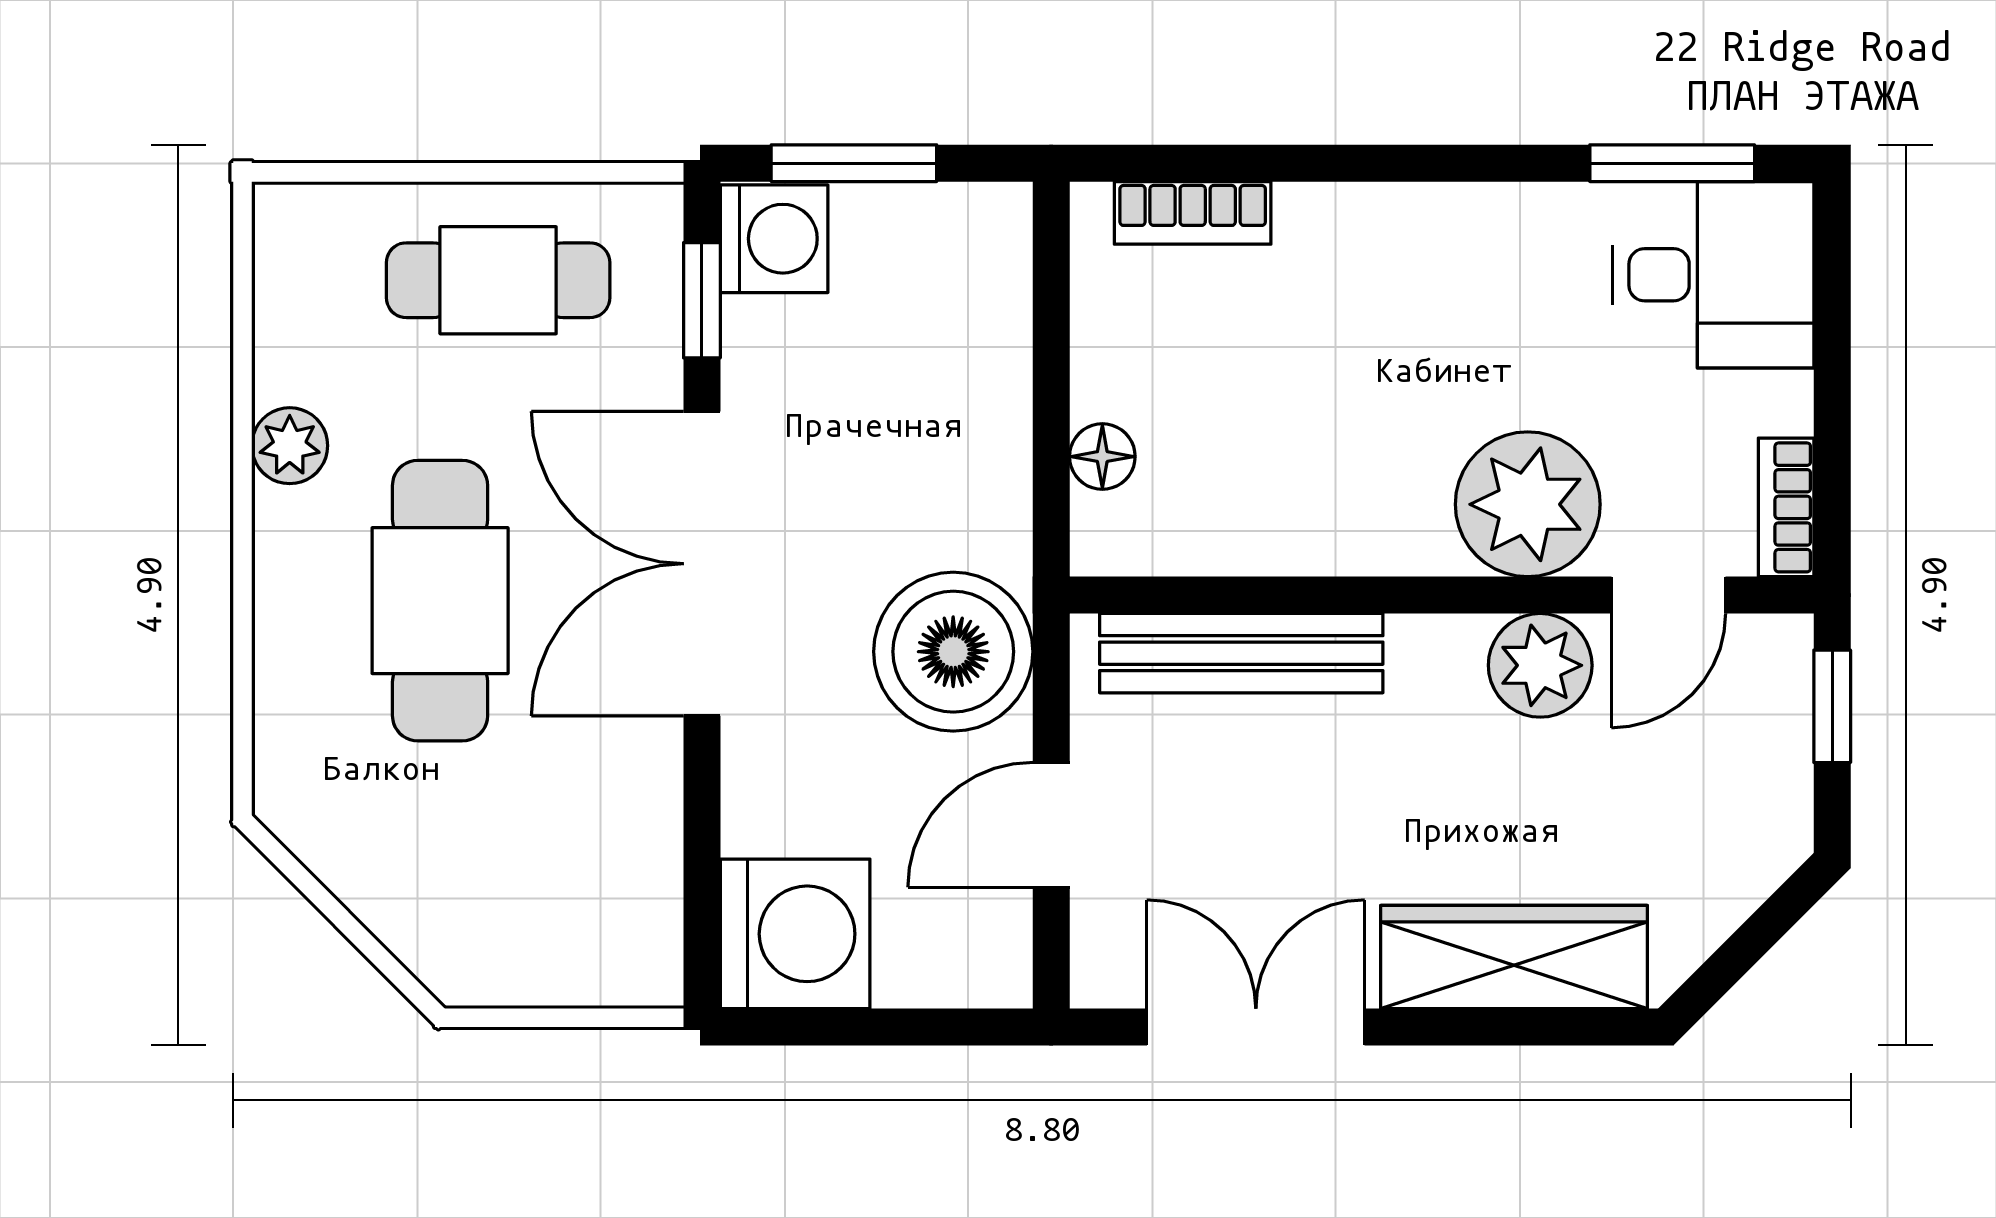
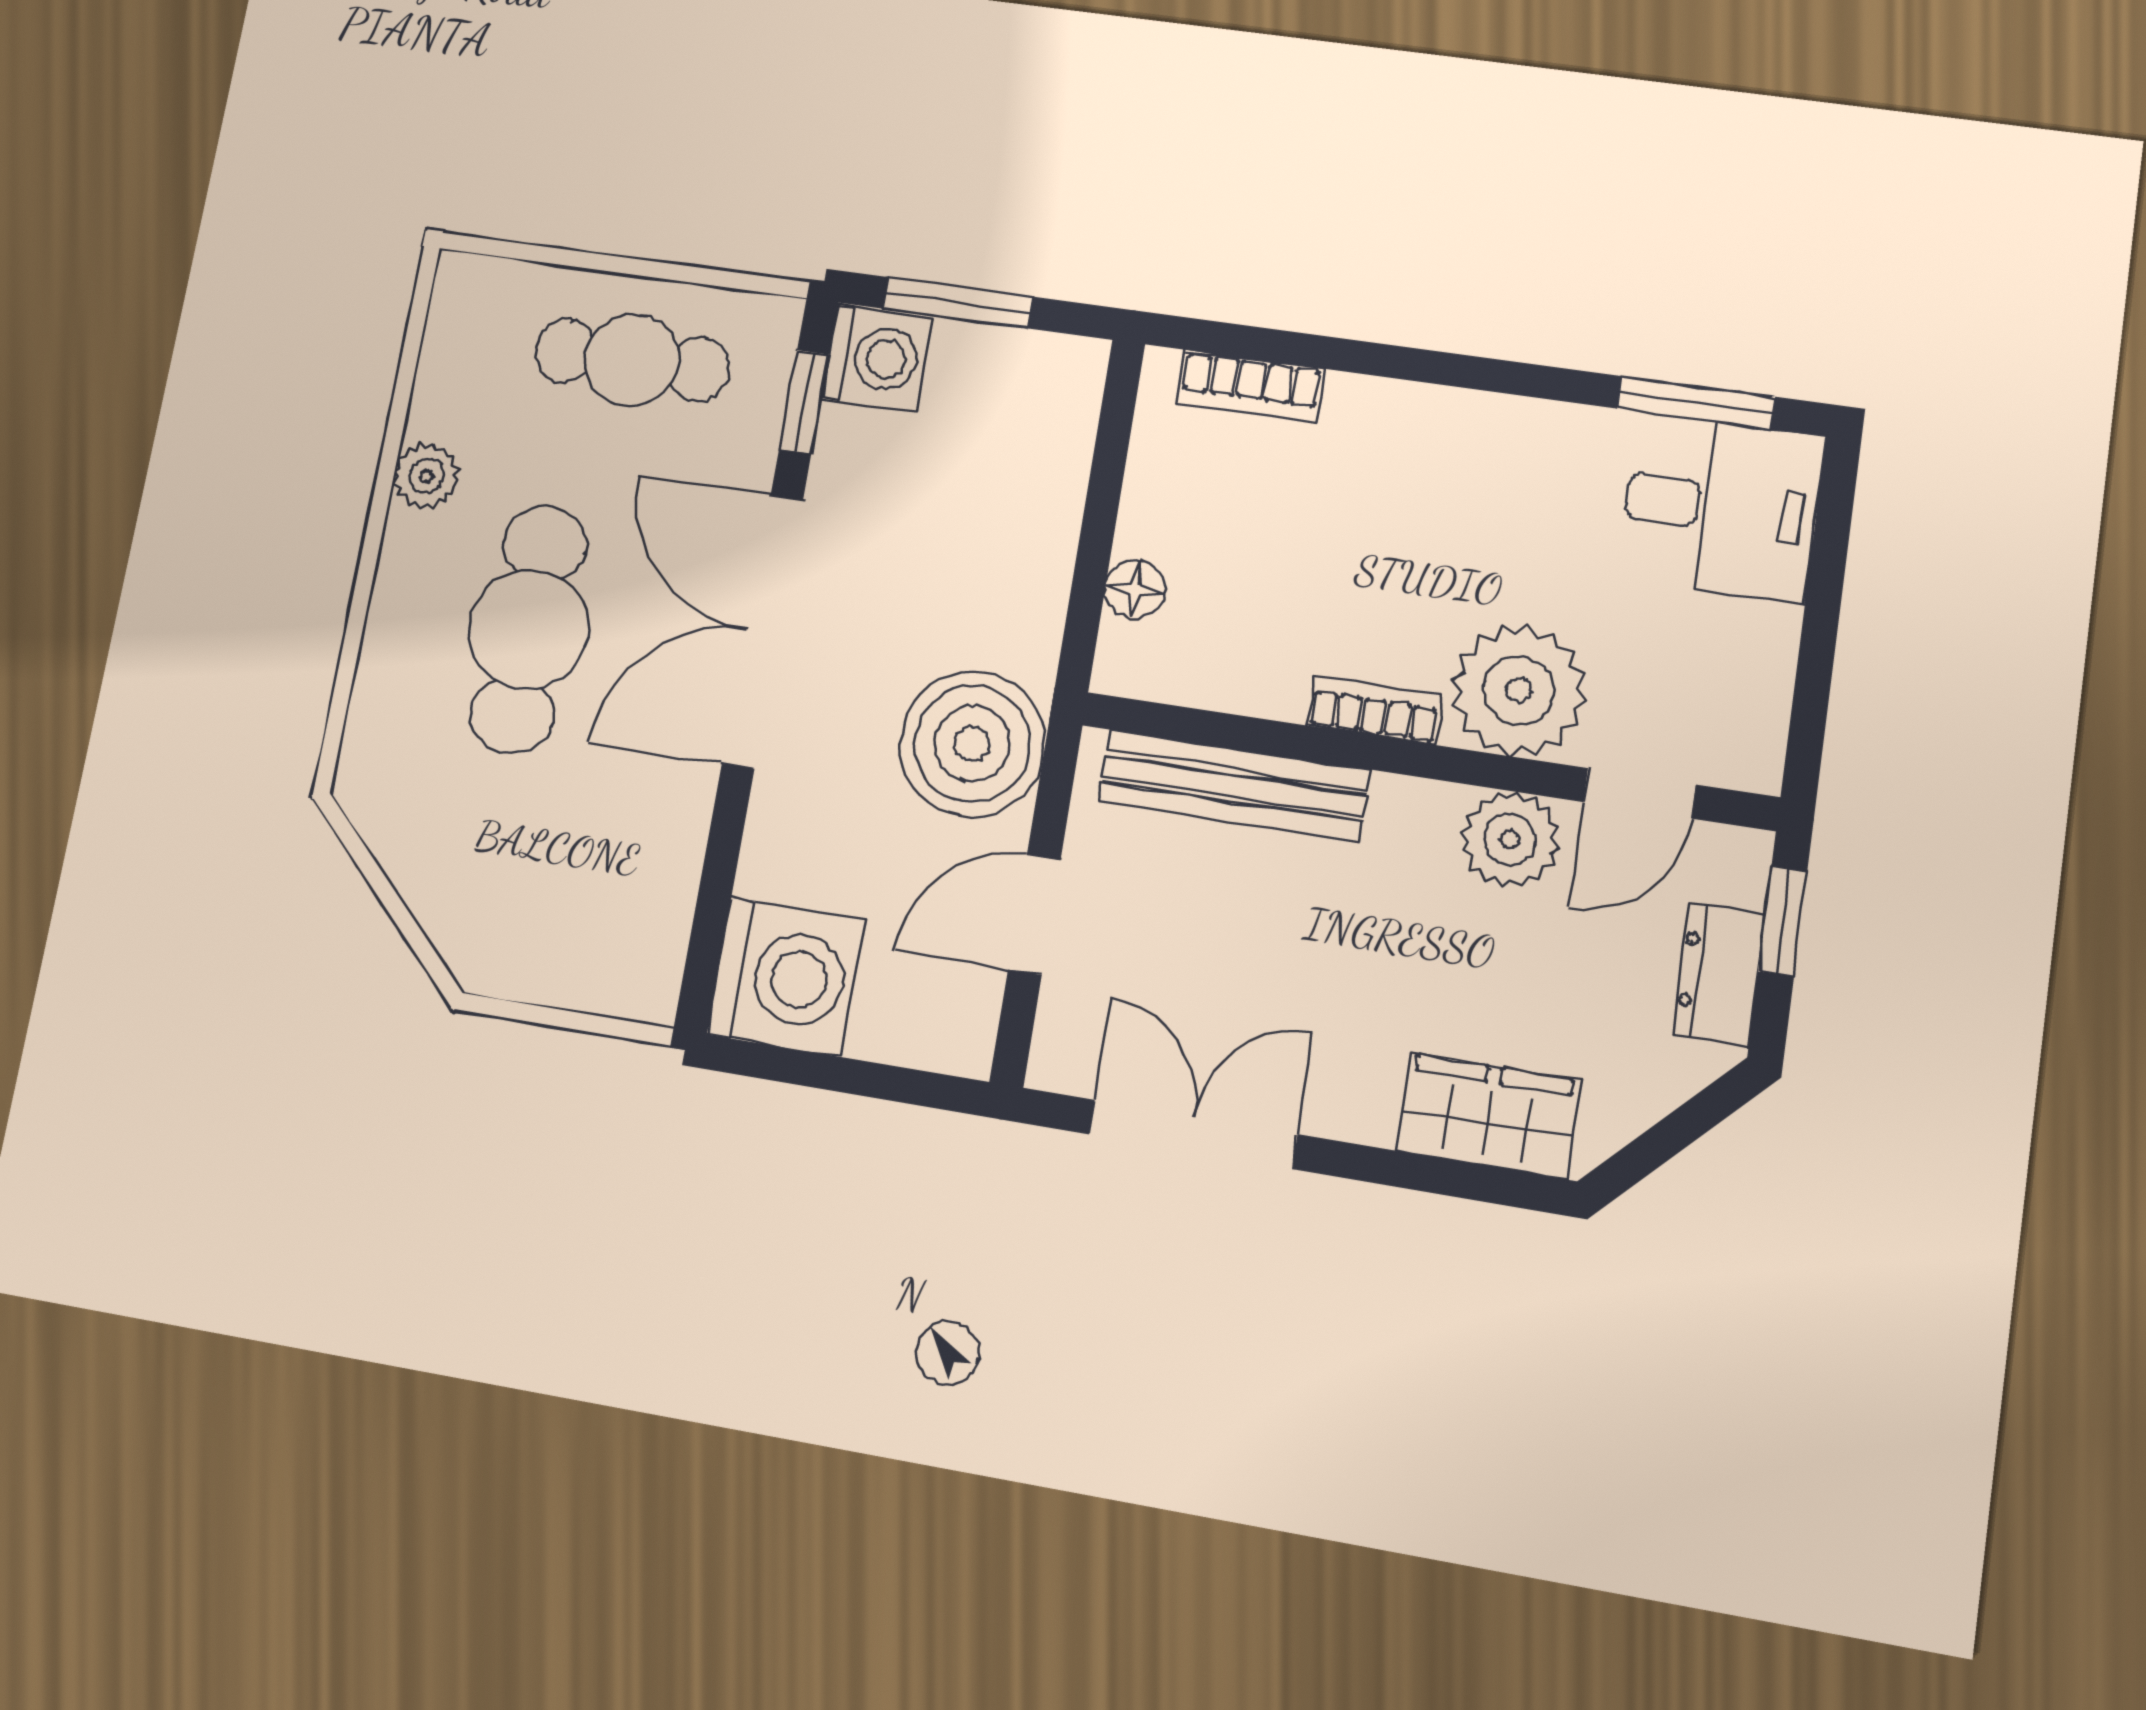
bookcase: (1786, 507) -> (1374, 710), moved, turned 90
dresser: (1774, 772) -> (1719, 974), added
wardrobe: (1514, 957) -> (1488, 1116), width x0.67

